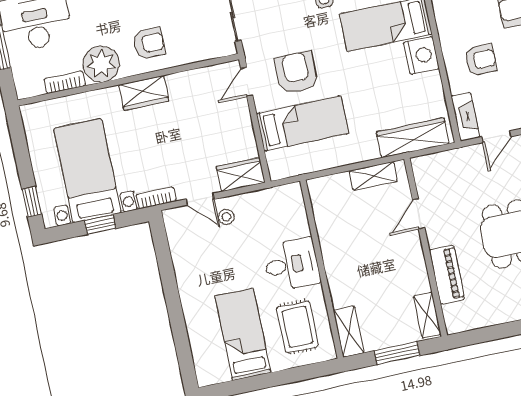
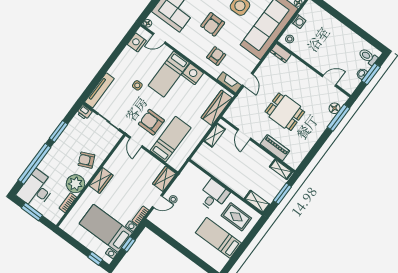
armchair: (149, 43) -> (86, 160), turned -114

